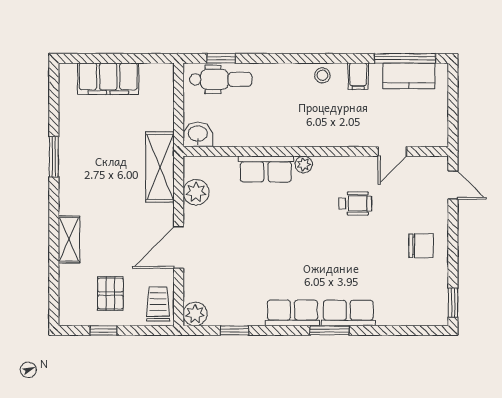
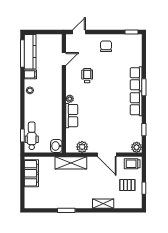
kitchen counter: (409, 76) -> (30, 52), width x1.50
filing cabinet: (108, 79) -> (31, 173), moved
door: (392, 151) -> (64, 59), hinge flipped

